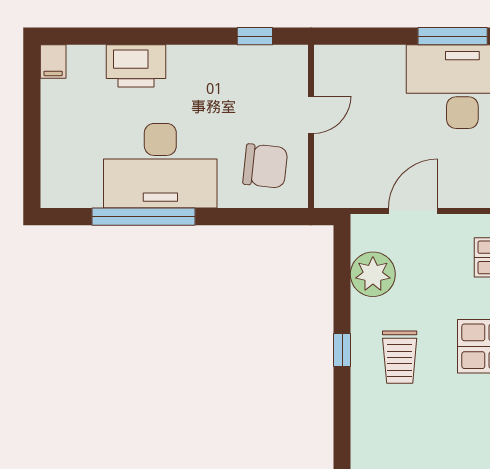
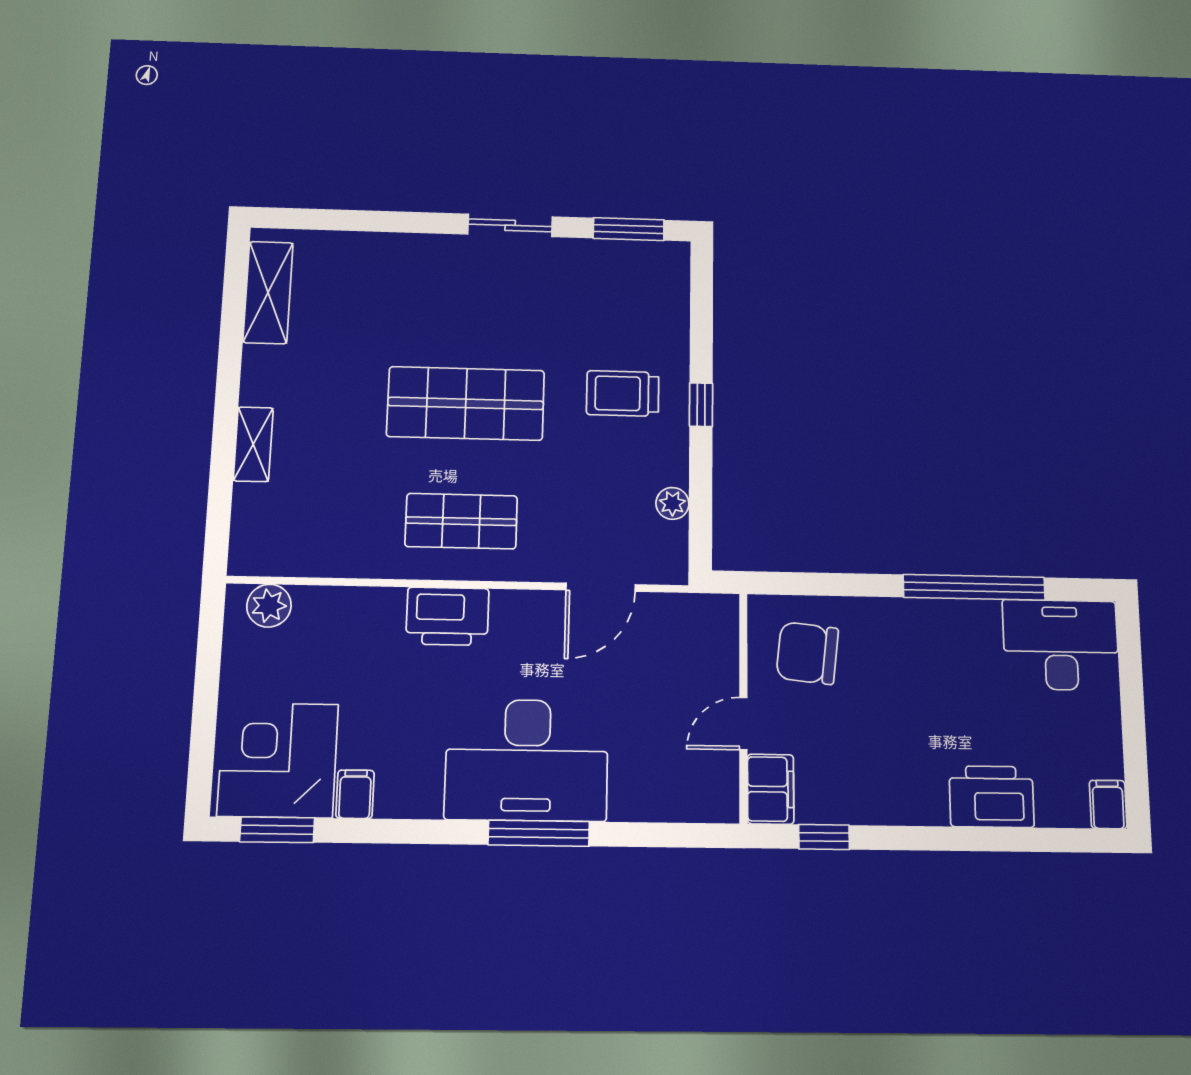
filing cabinet: (292, 69) -> (771, 789), added
desk: (160, 166) -> (1061, 645), moved, width x0.73, depth x0.77
plant: (373, 274) -> (672, 503), width x0.53, depth x0.53
trolley: (400, 357) -> (623, 393), turned -90

